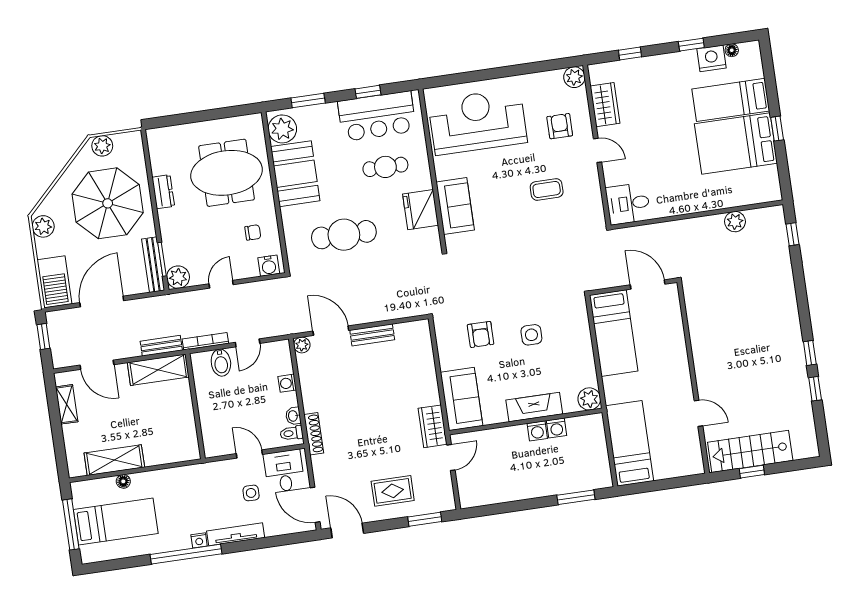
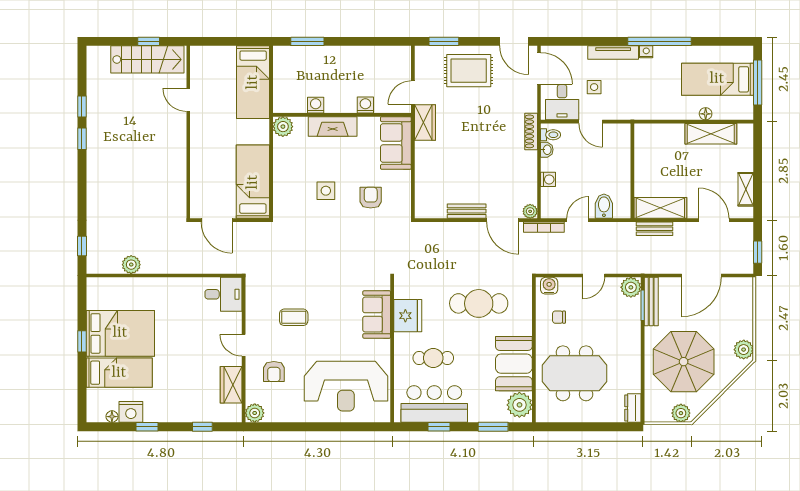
dresser: (163, 192) -> (633, 408), moved
barbecue: (55, 282) -> (741, 299), removed
bookcase: (205, 341) -> (544, 227), moved
washing machine: (537, 431) -> (365, 105), moved
rug: (393, 491) -> (469, 71), width x1.36, depth x1.43

